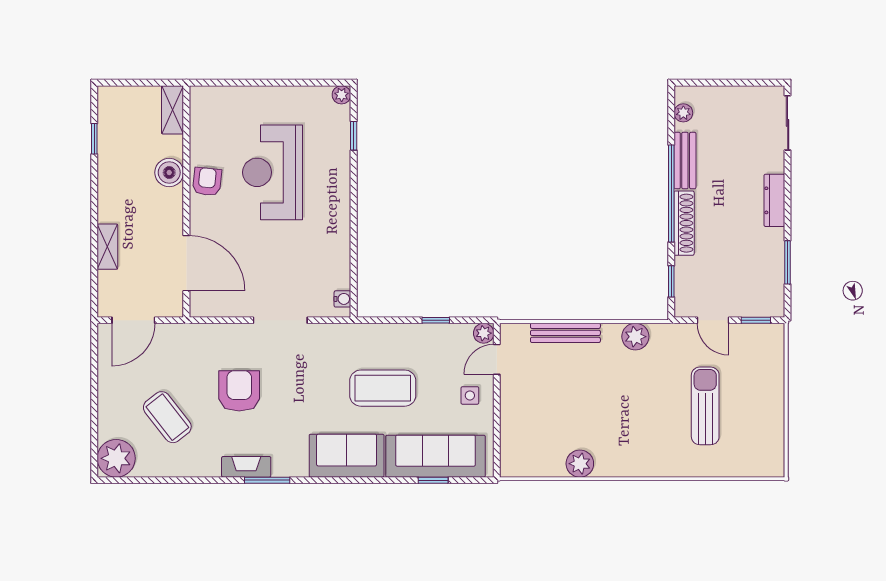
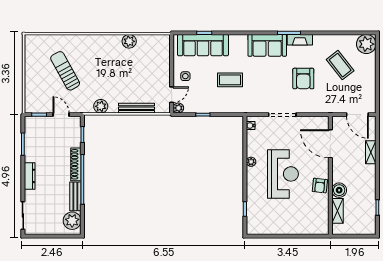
plant: (342, 95) -> (251, 162), moved
shelving: (173, 110) -> (337, 211), moved
plant: (683, 113) -> (72, 221), width x1.87, depth x1.87
reception desk: (273, 172) -> (283, 174), moved
door: (133, 320) -> (357, 115), swing flipped
coffee table: (383, 388) -> (230, 80), width x0.73, depth x0.76
sun lounger: (705, 406) -> (65, 71), turned 151
sofa: (347, 456) -> (267, 45), moved

